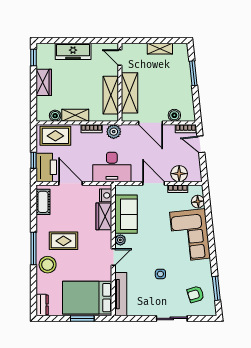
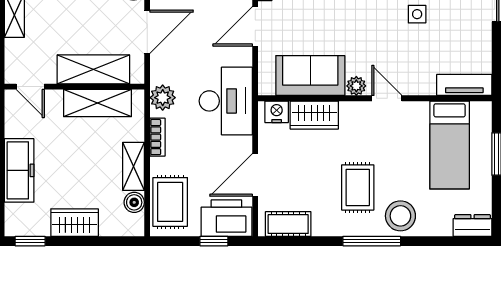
door: (120, 58) -> (30, 87), hinge flipped
tv unit: (121, 294) -> (464, 85), width x0.71
bed: (87, 298) -> (450, 145), width x0.67

